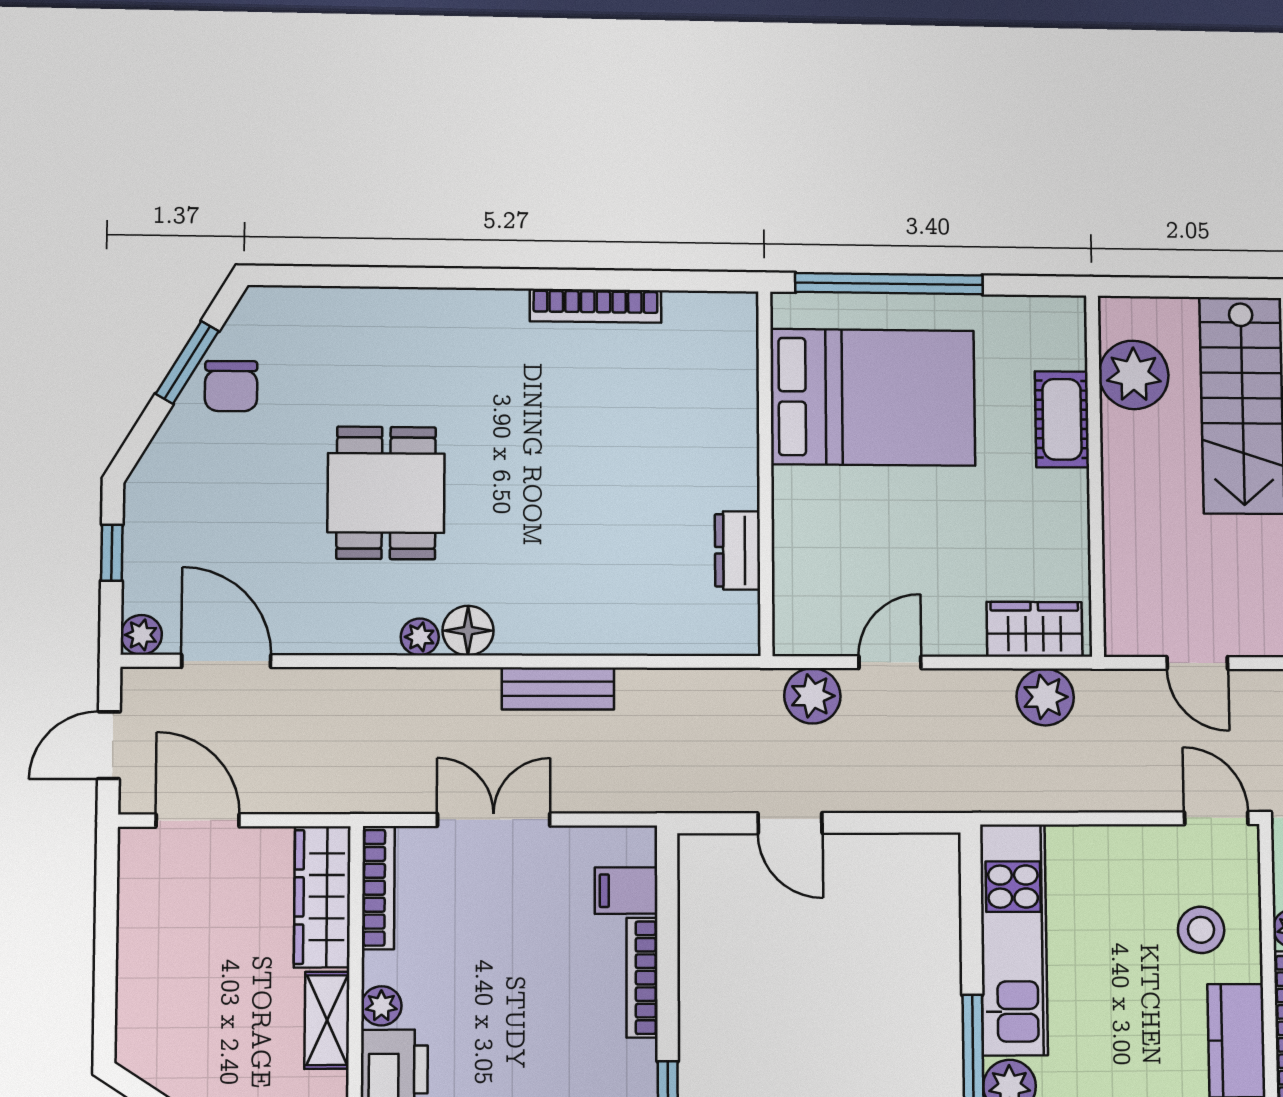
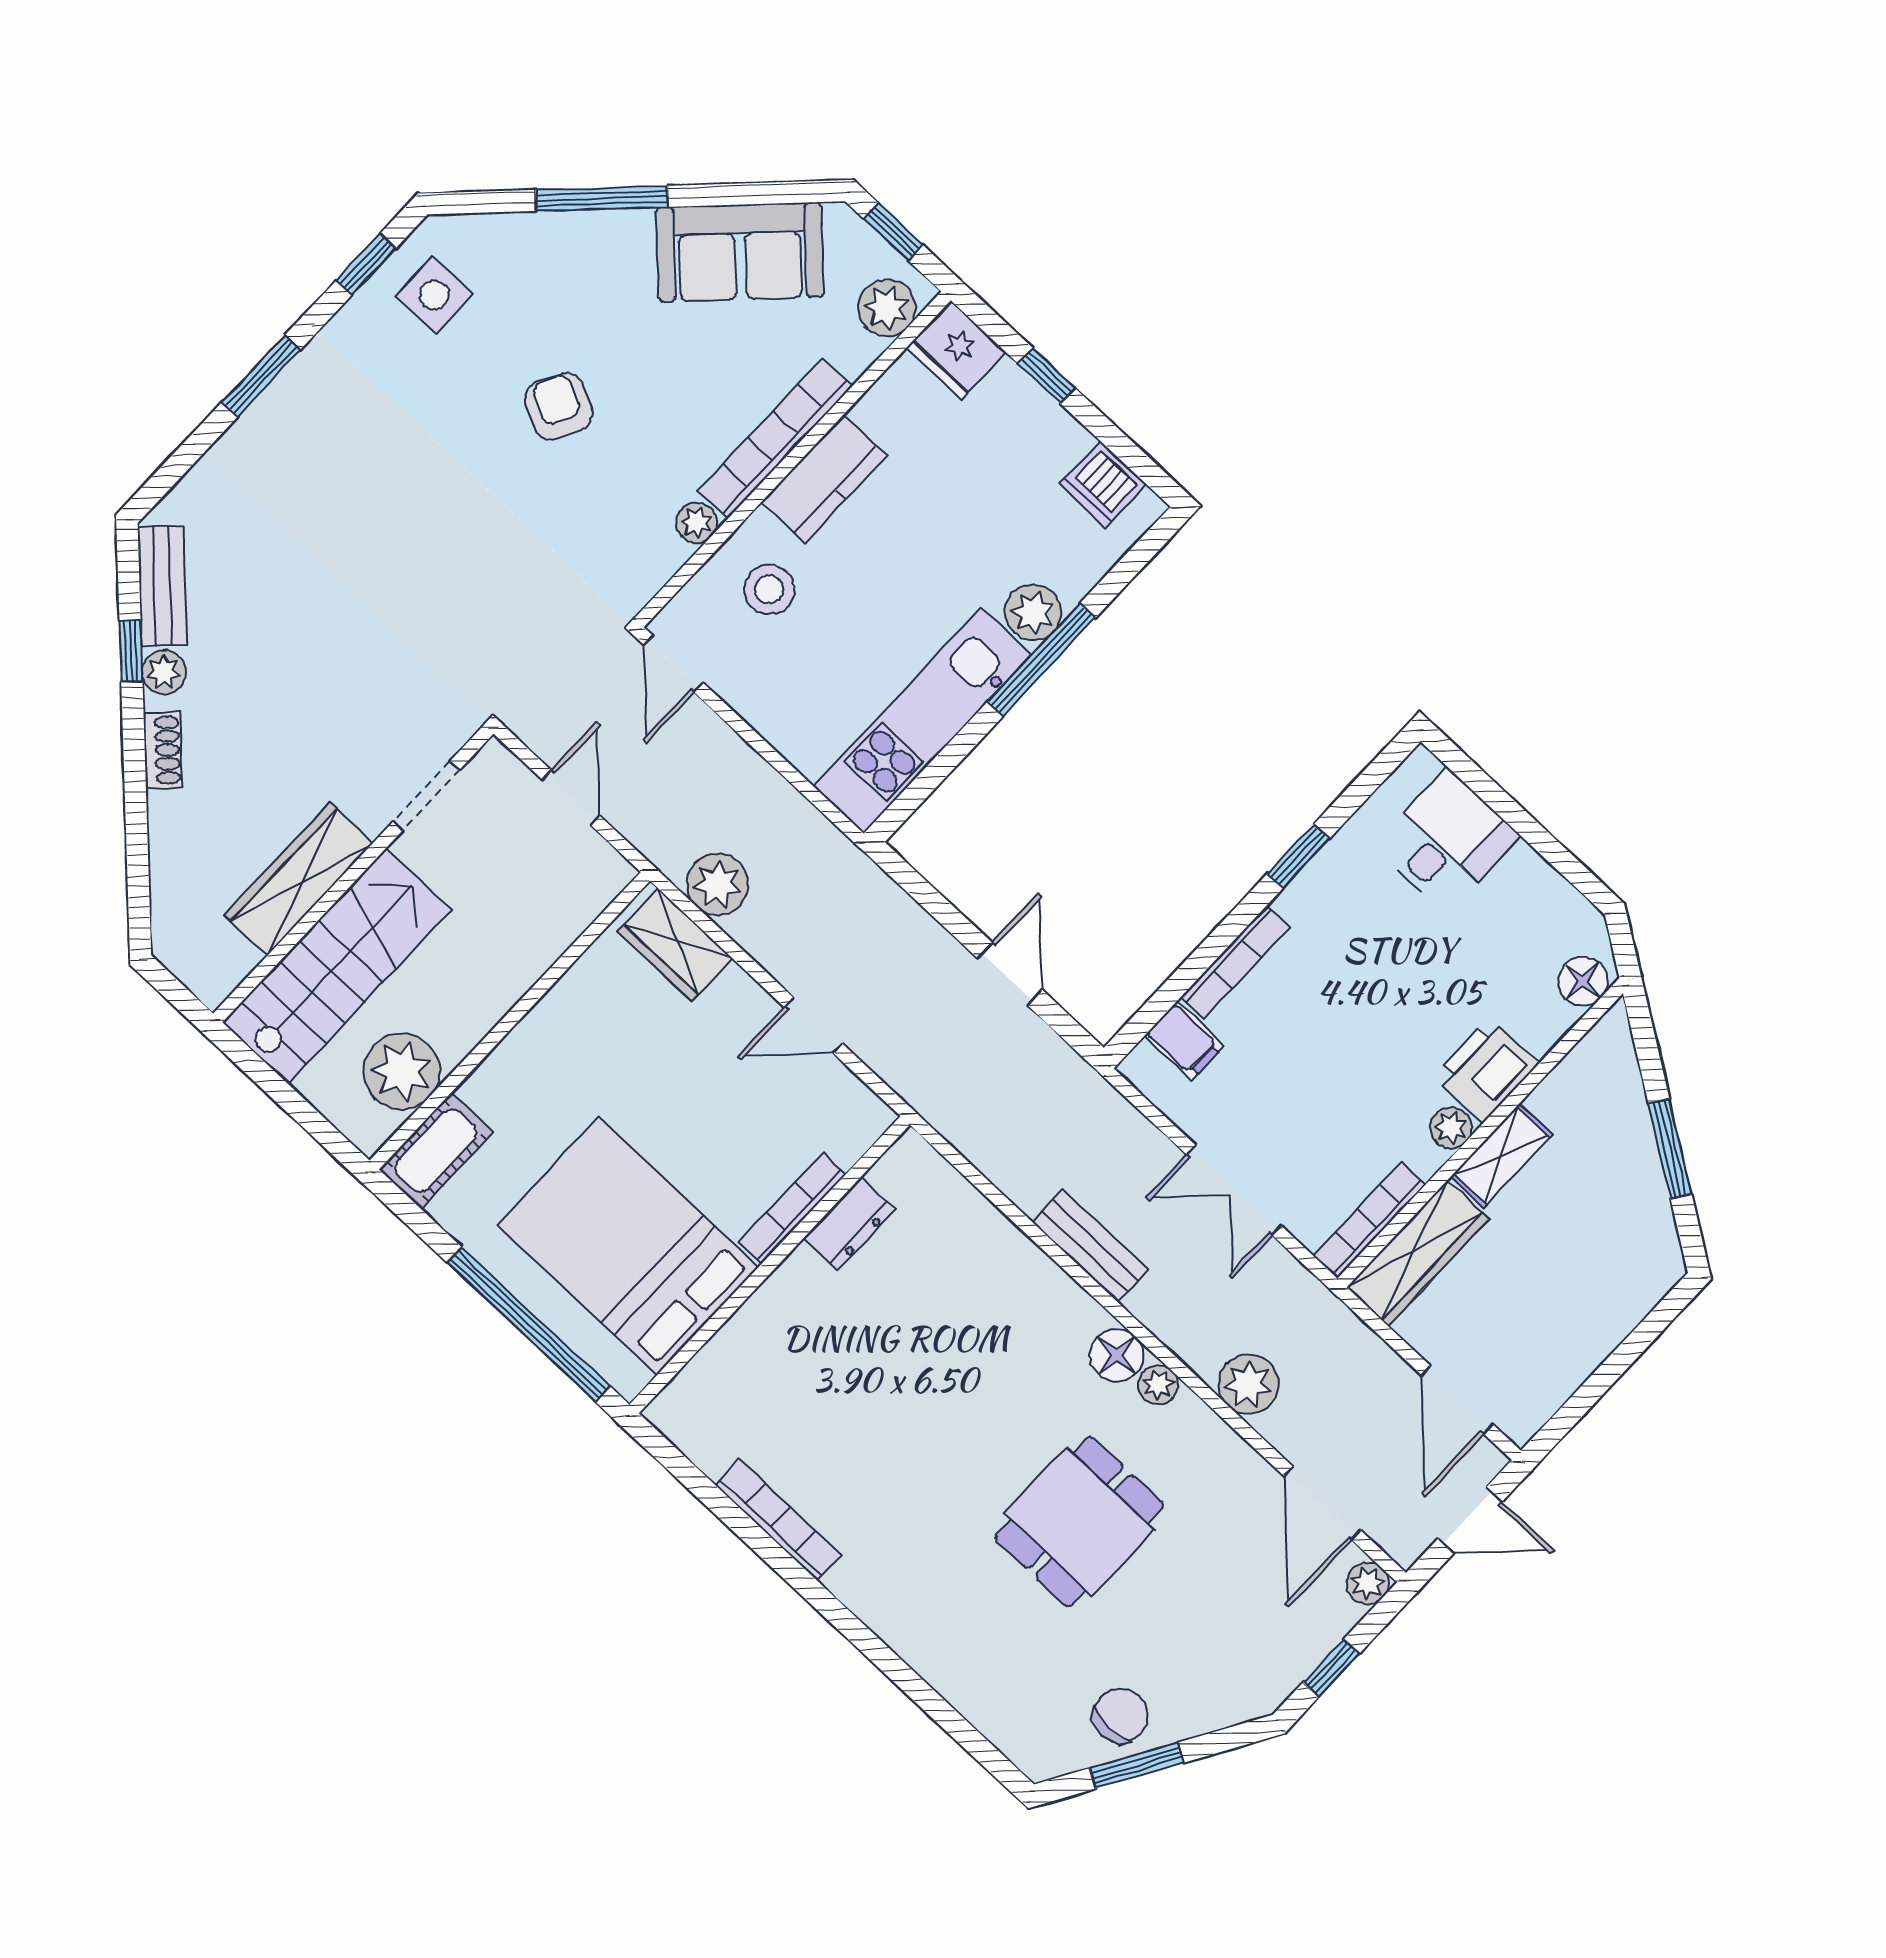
cot: (1062, 419) -> (436, 1151), moved
bookcase: (786, 525) -> (792, 1208), added
plant: (812, 696) -> (1249, 1384), moved

